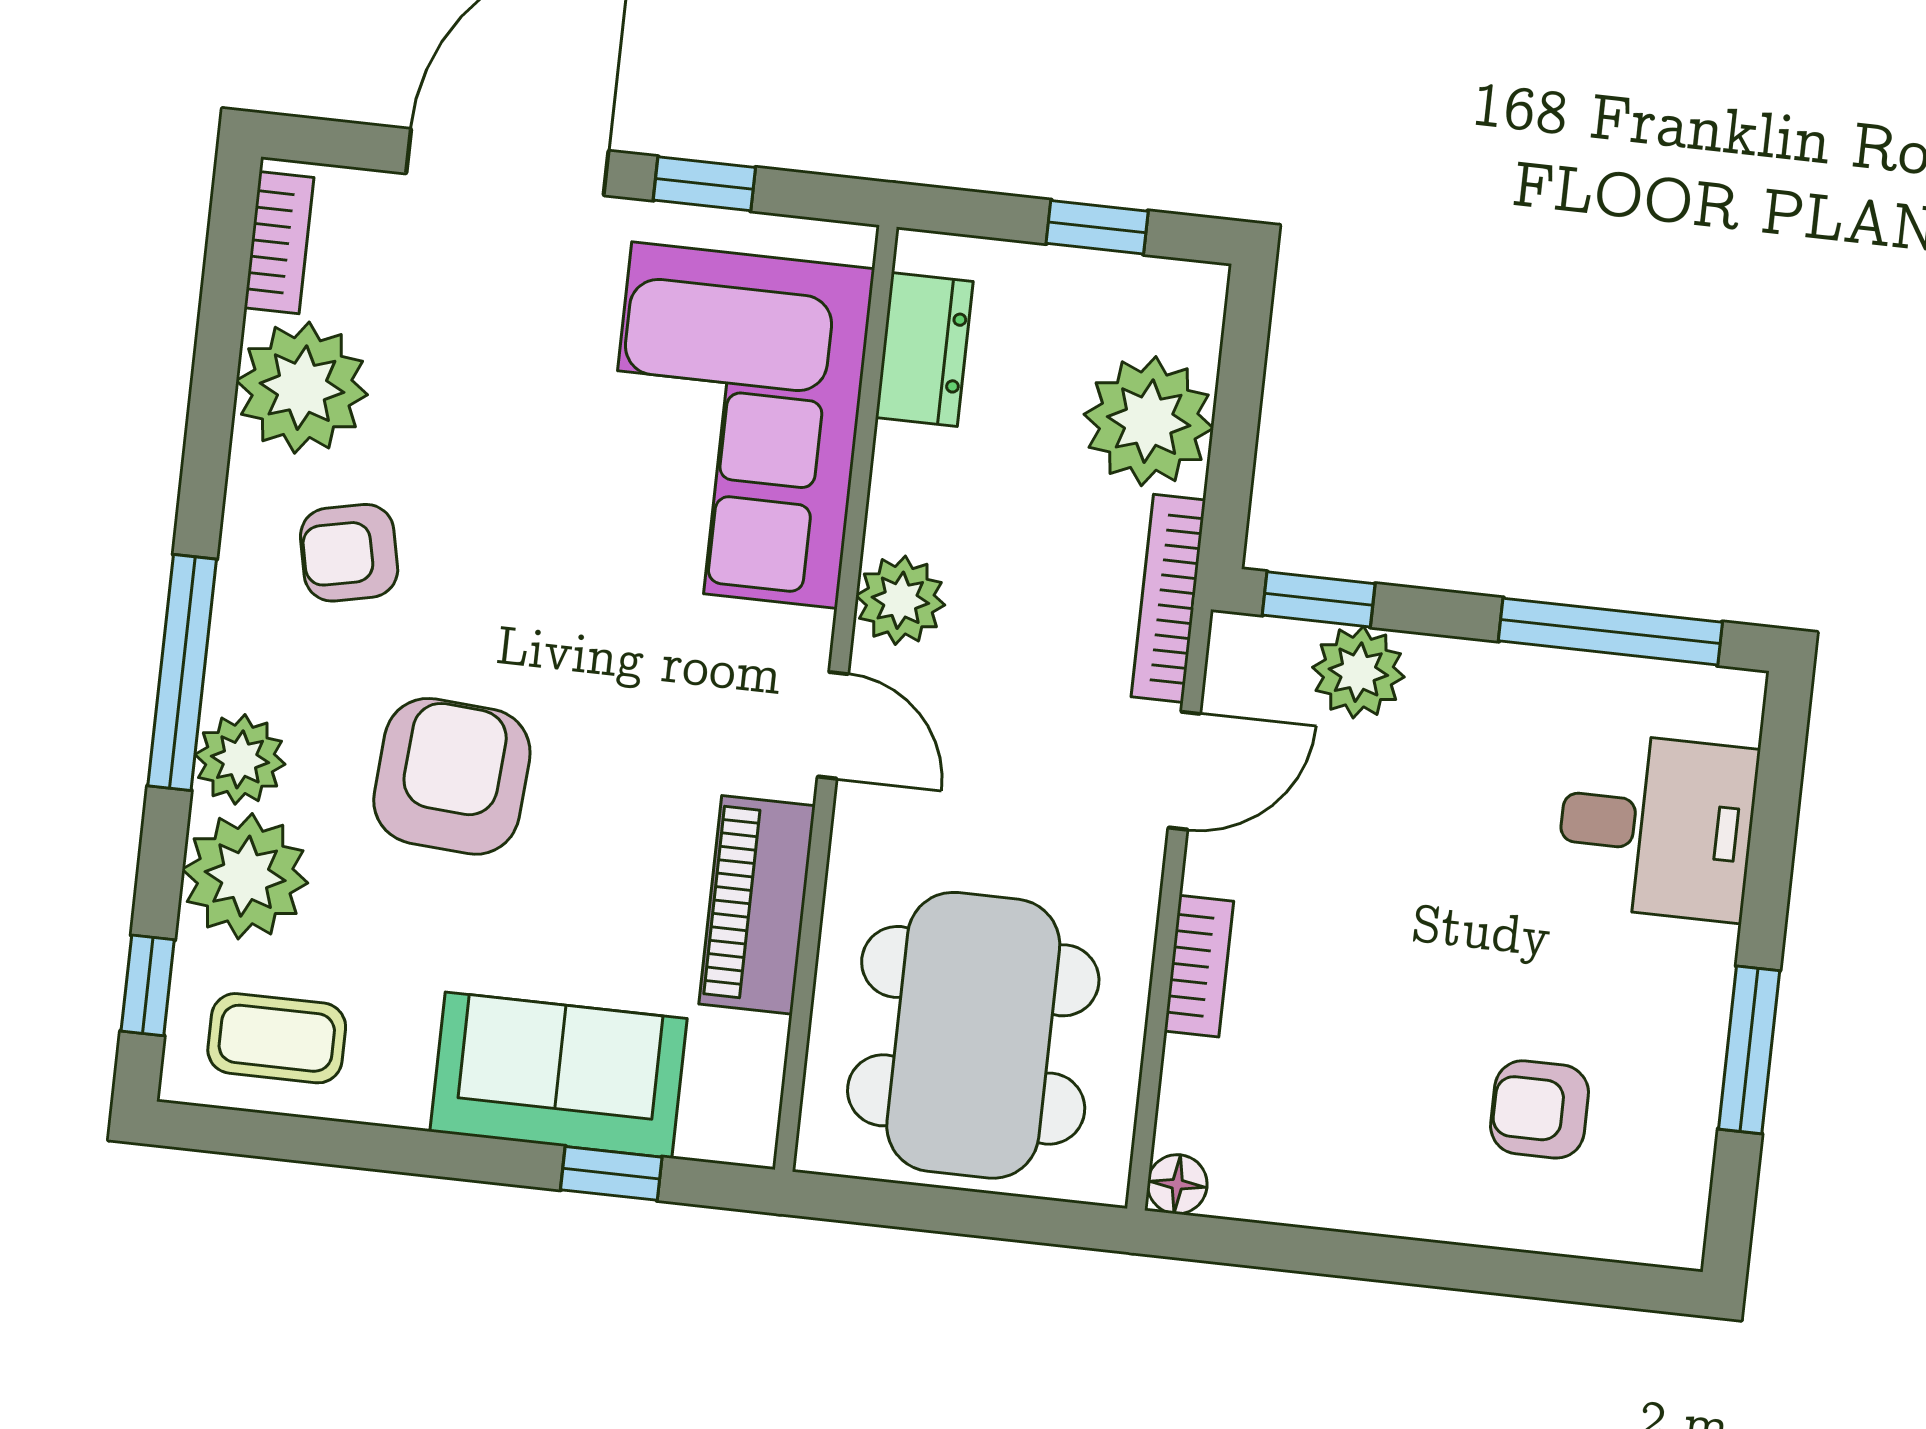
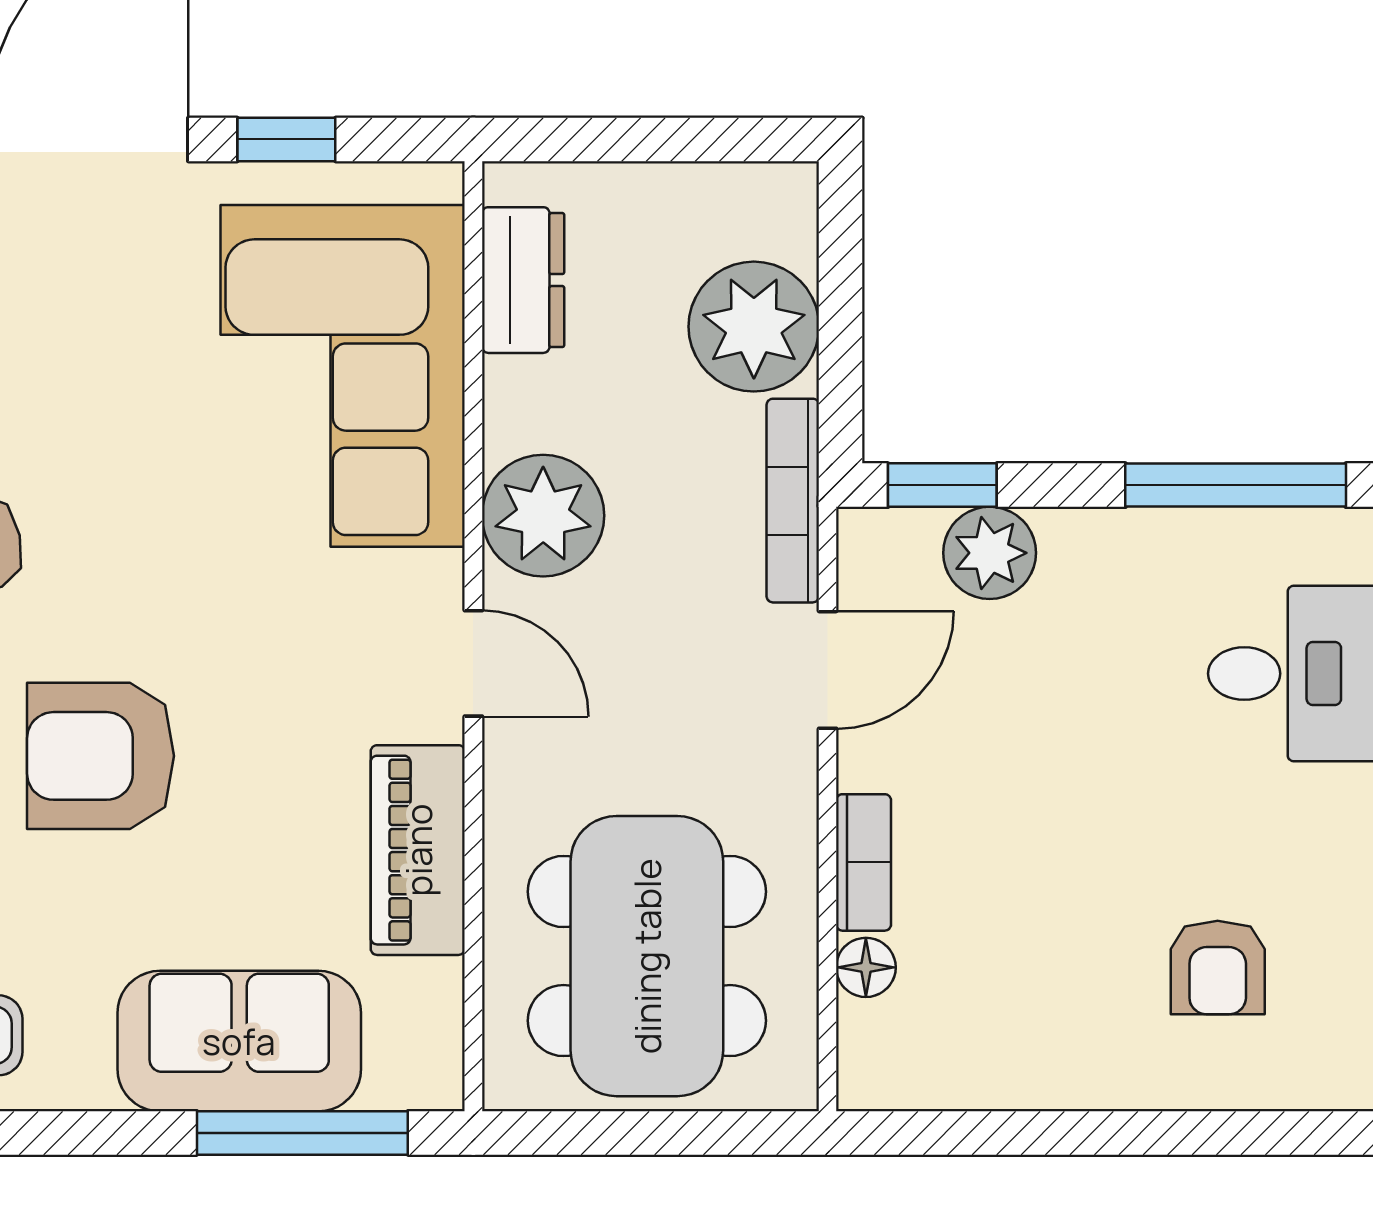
window: (1097, 227) -> (681, 139), removed
plant: (900, 600) -> (543, 516), width x1.36, depth x1.36
armchair: (452, 776) -> (100, 756), turned -94
armchair: (1540, 1109) -> (1218, 968), turned -90
window: (611, 1173) -> (302, 1133), width x2.17
floor lamp: (1177, 1184) -> (866, 967), moved

